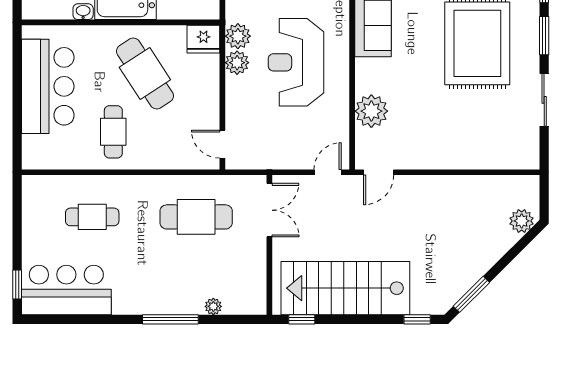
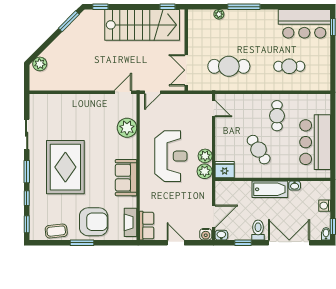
cafe table: (145, 74) -> (259, 150), width x0.73, depth x0.74

